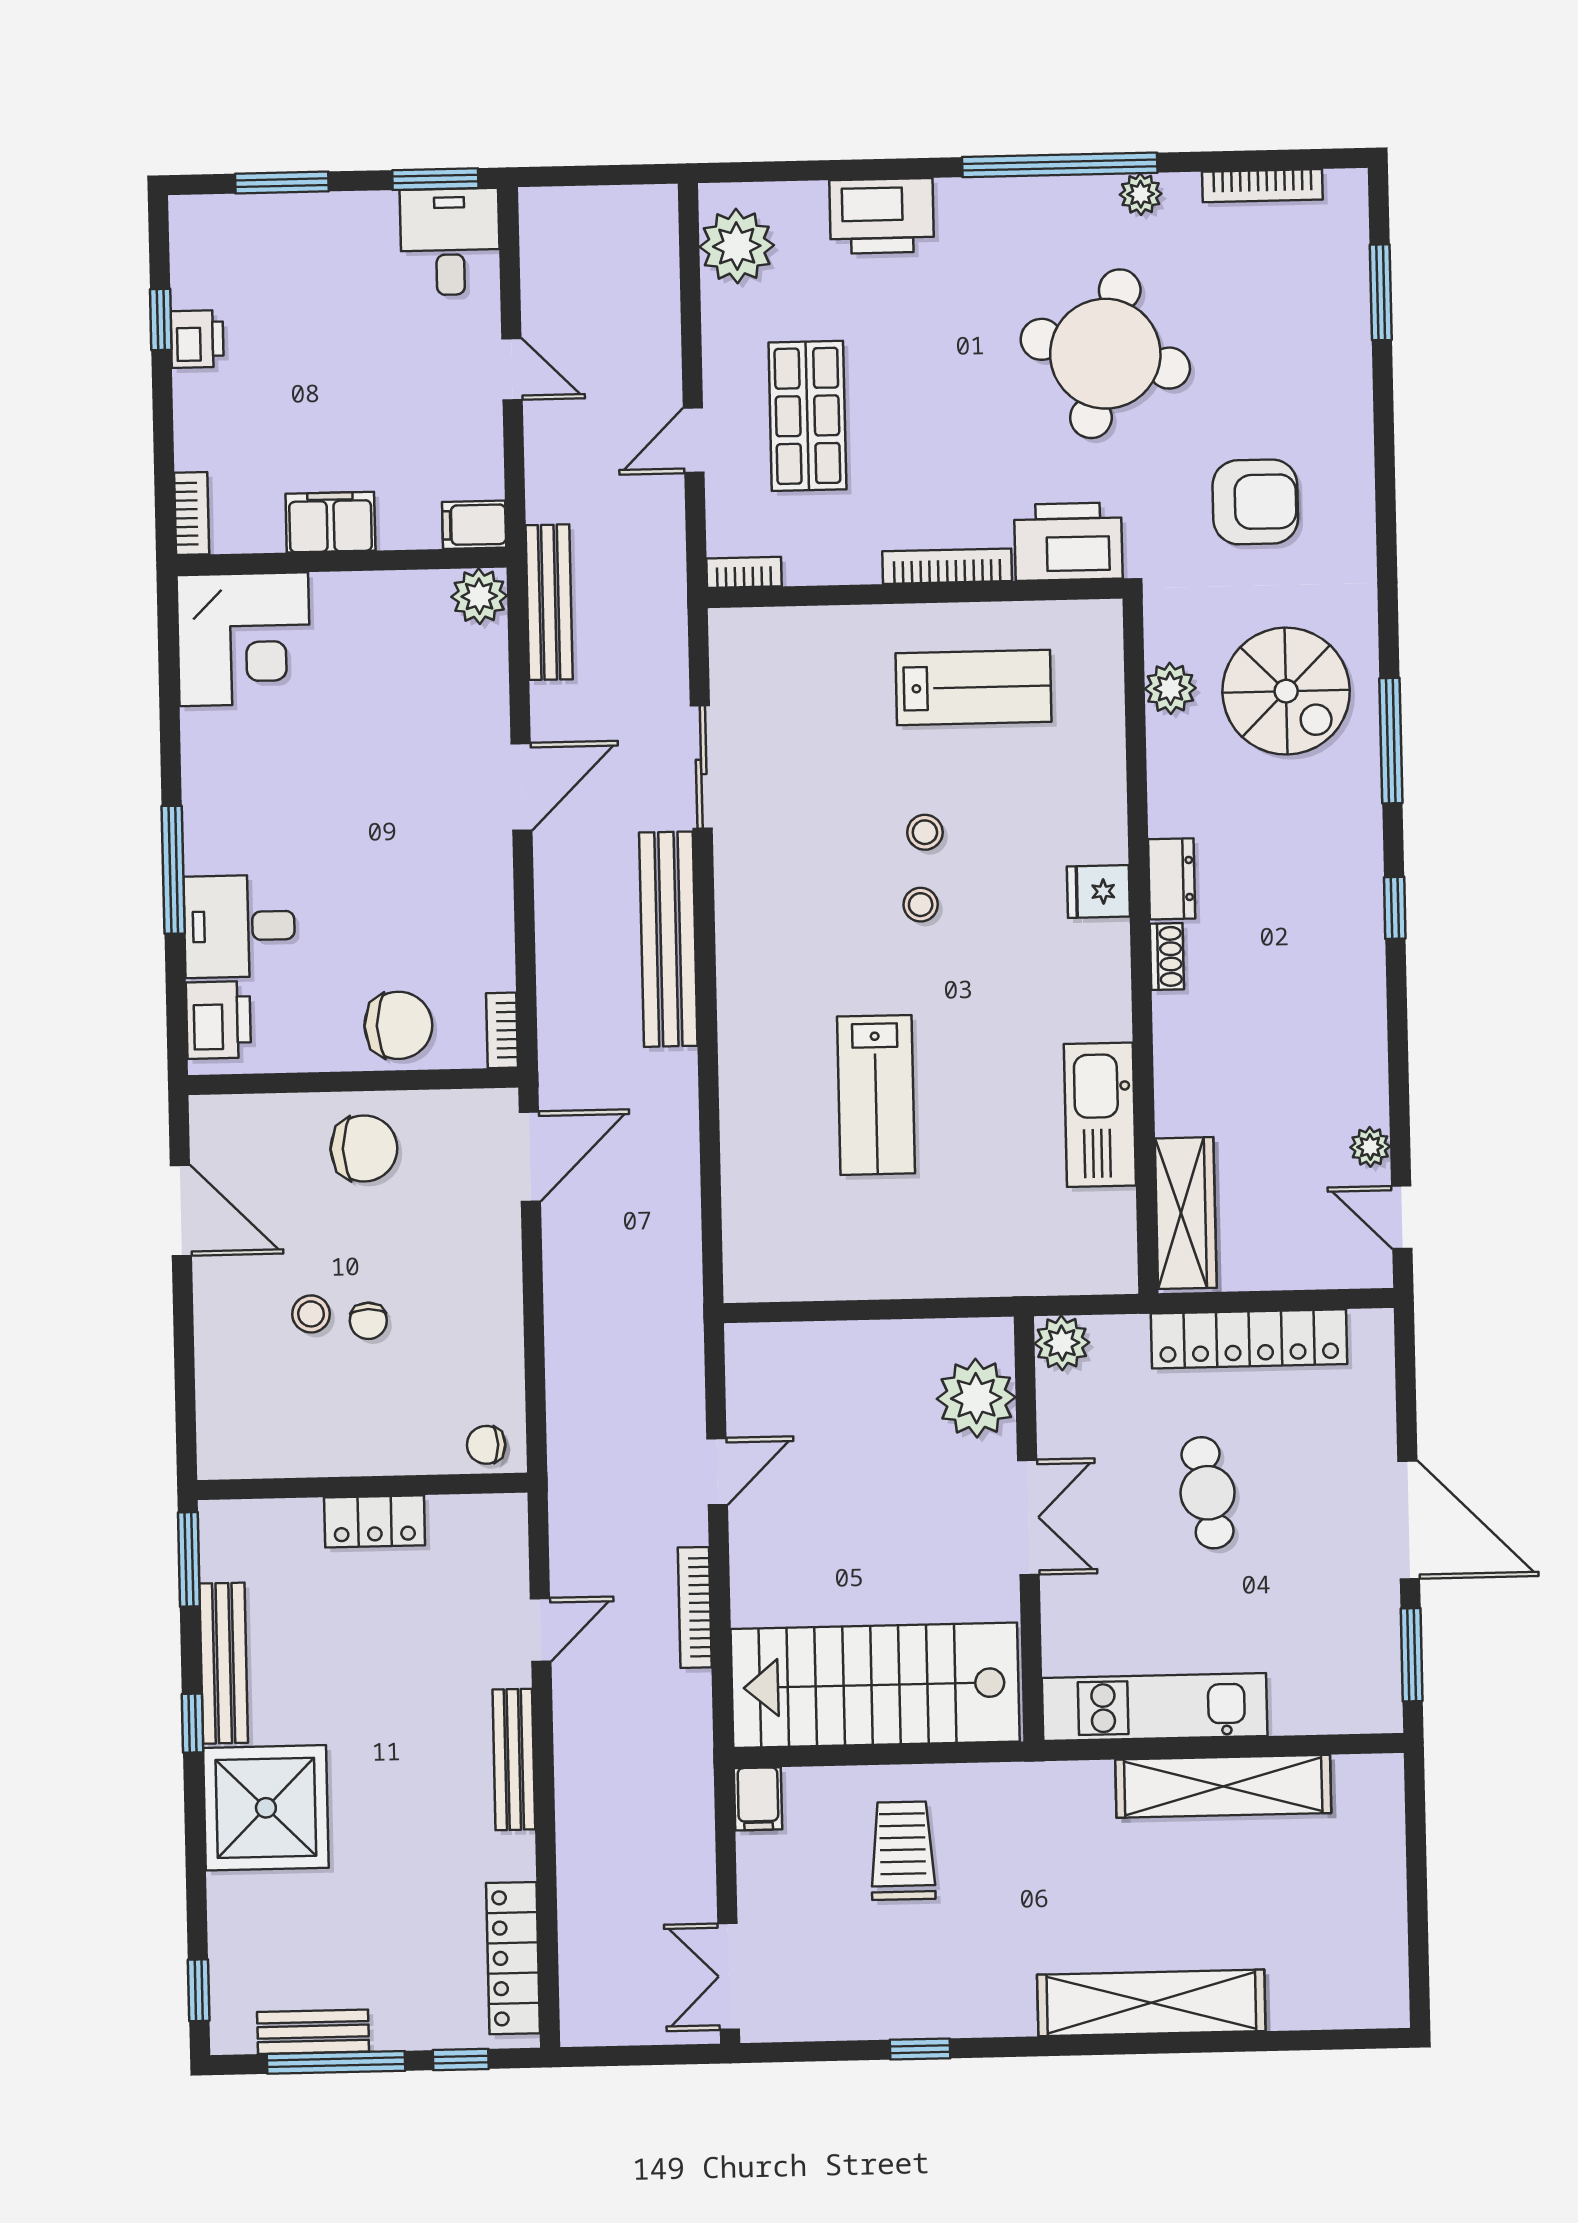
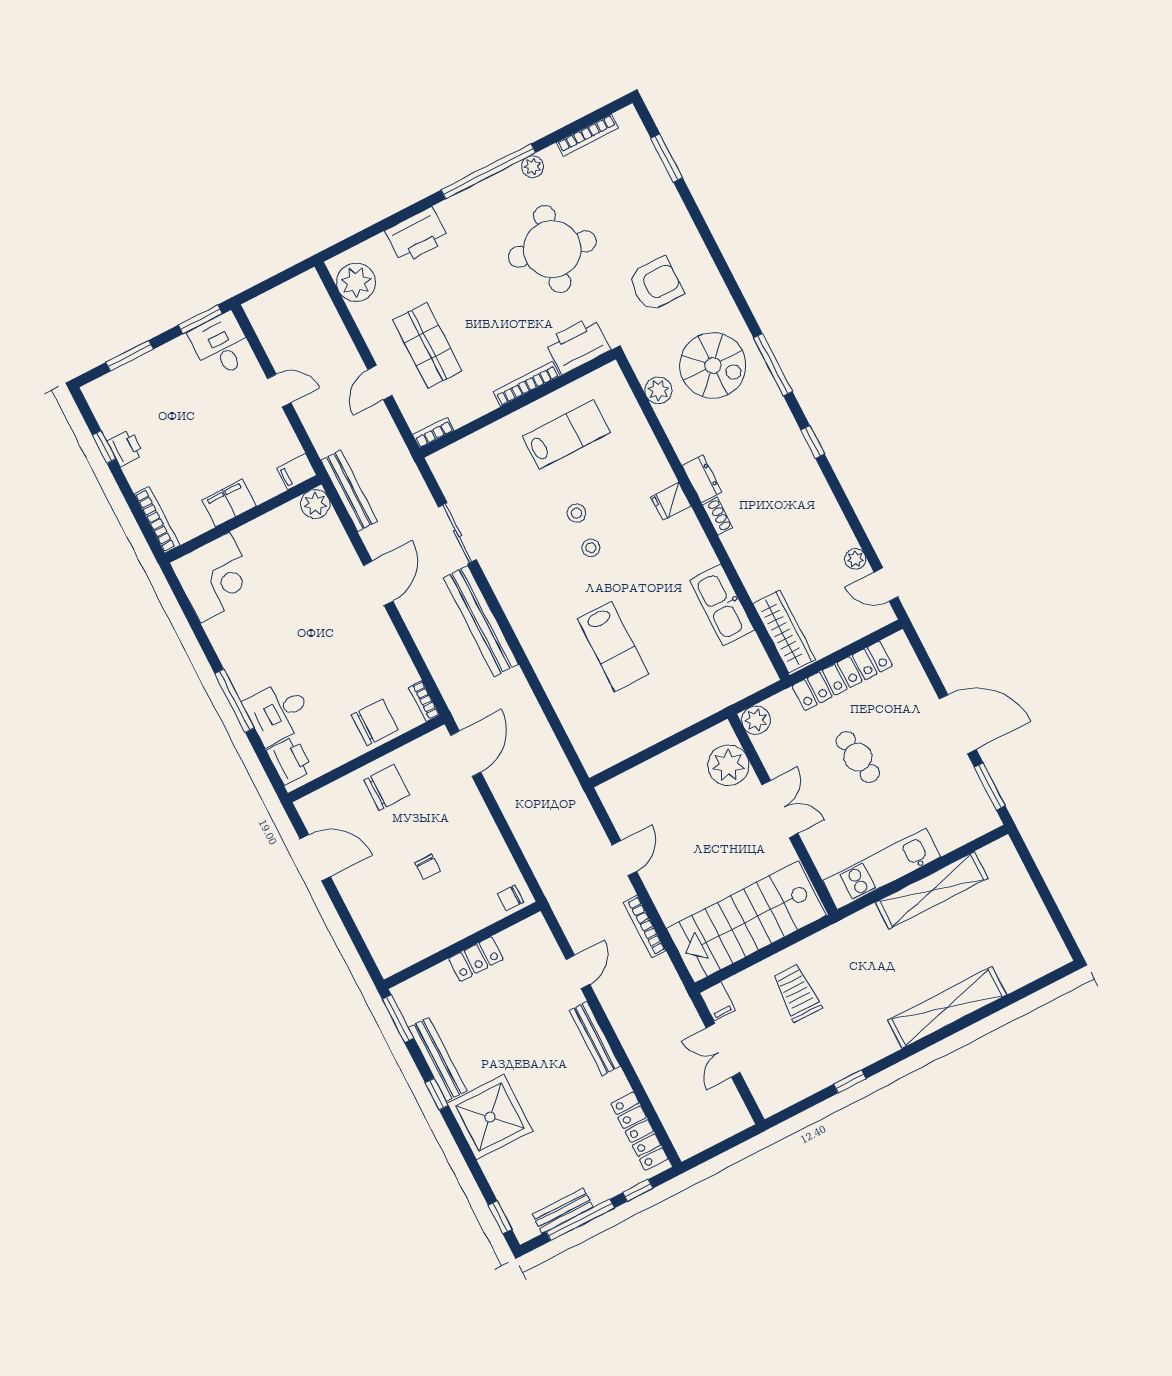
bookcase: (192, 513) -> (157, 520), width x1.56
stool: (311, 1314) -> (399, 877), removed
double door: (729, 1976) -> (723, 1050), moved

